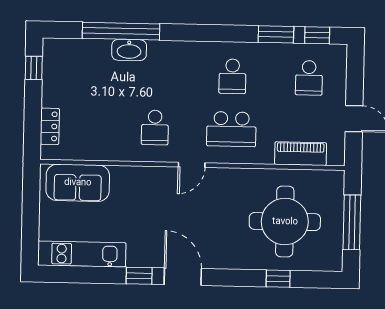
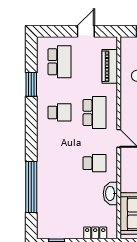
window: (317, 35) -> (31, 57), removed
washbasin: (129, 50) -> (110, 193), moved, turned 180
school desk: (309, 78) -> (59, 62), width x1.85

